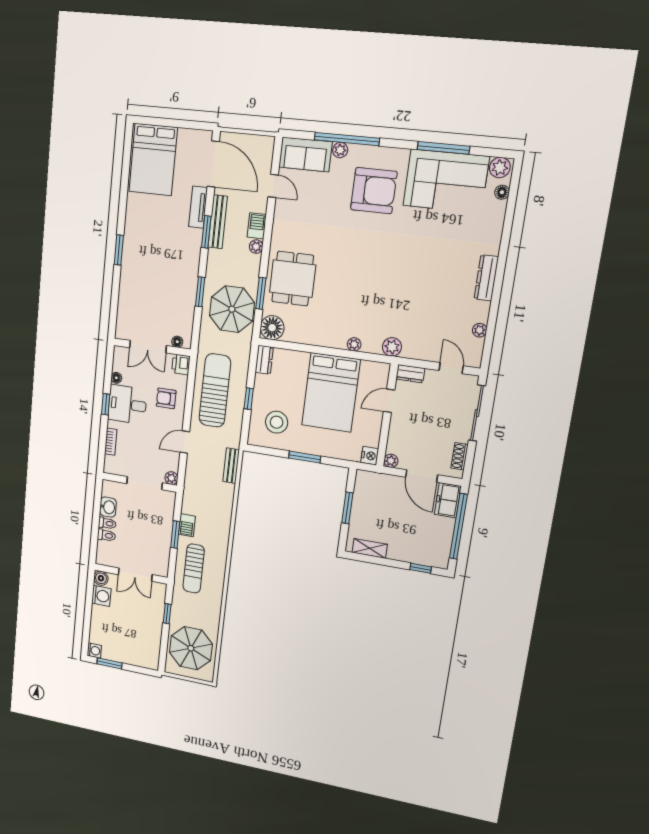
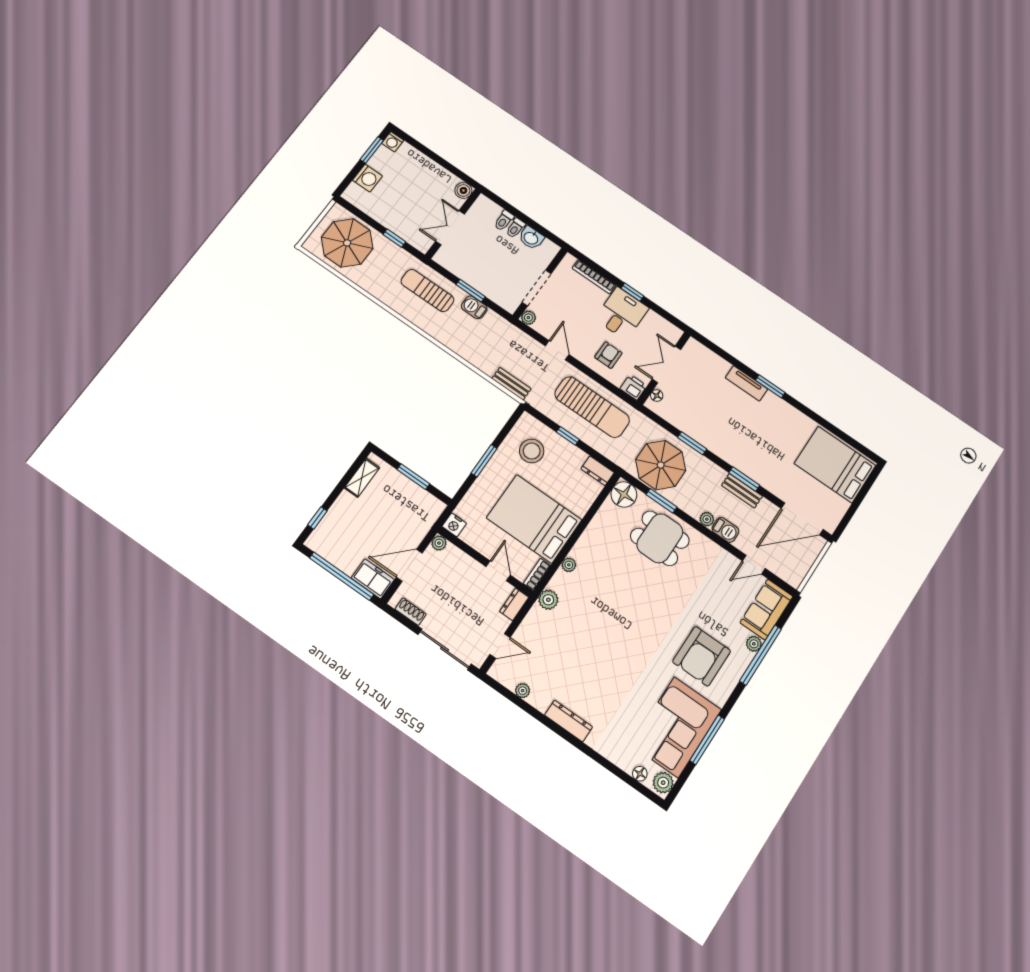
tv unit: (198, 207) -> (746, 383), moved, turned 180
bench: (218, 222) -> (742, 491), width x0.73
bookcase: (376, 367) -> (537, 574), added
floor lamp: (116, 378) -> (652, 317), removed
bookcase: (111, 442) -> (594, 277), width x1.56
washing machine: (101, 596) -> (367, 178), moved, turned -90

